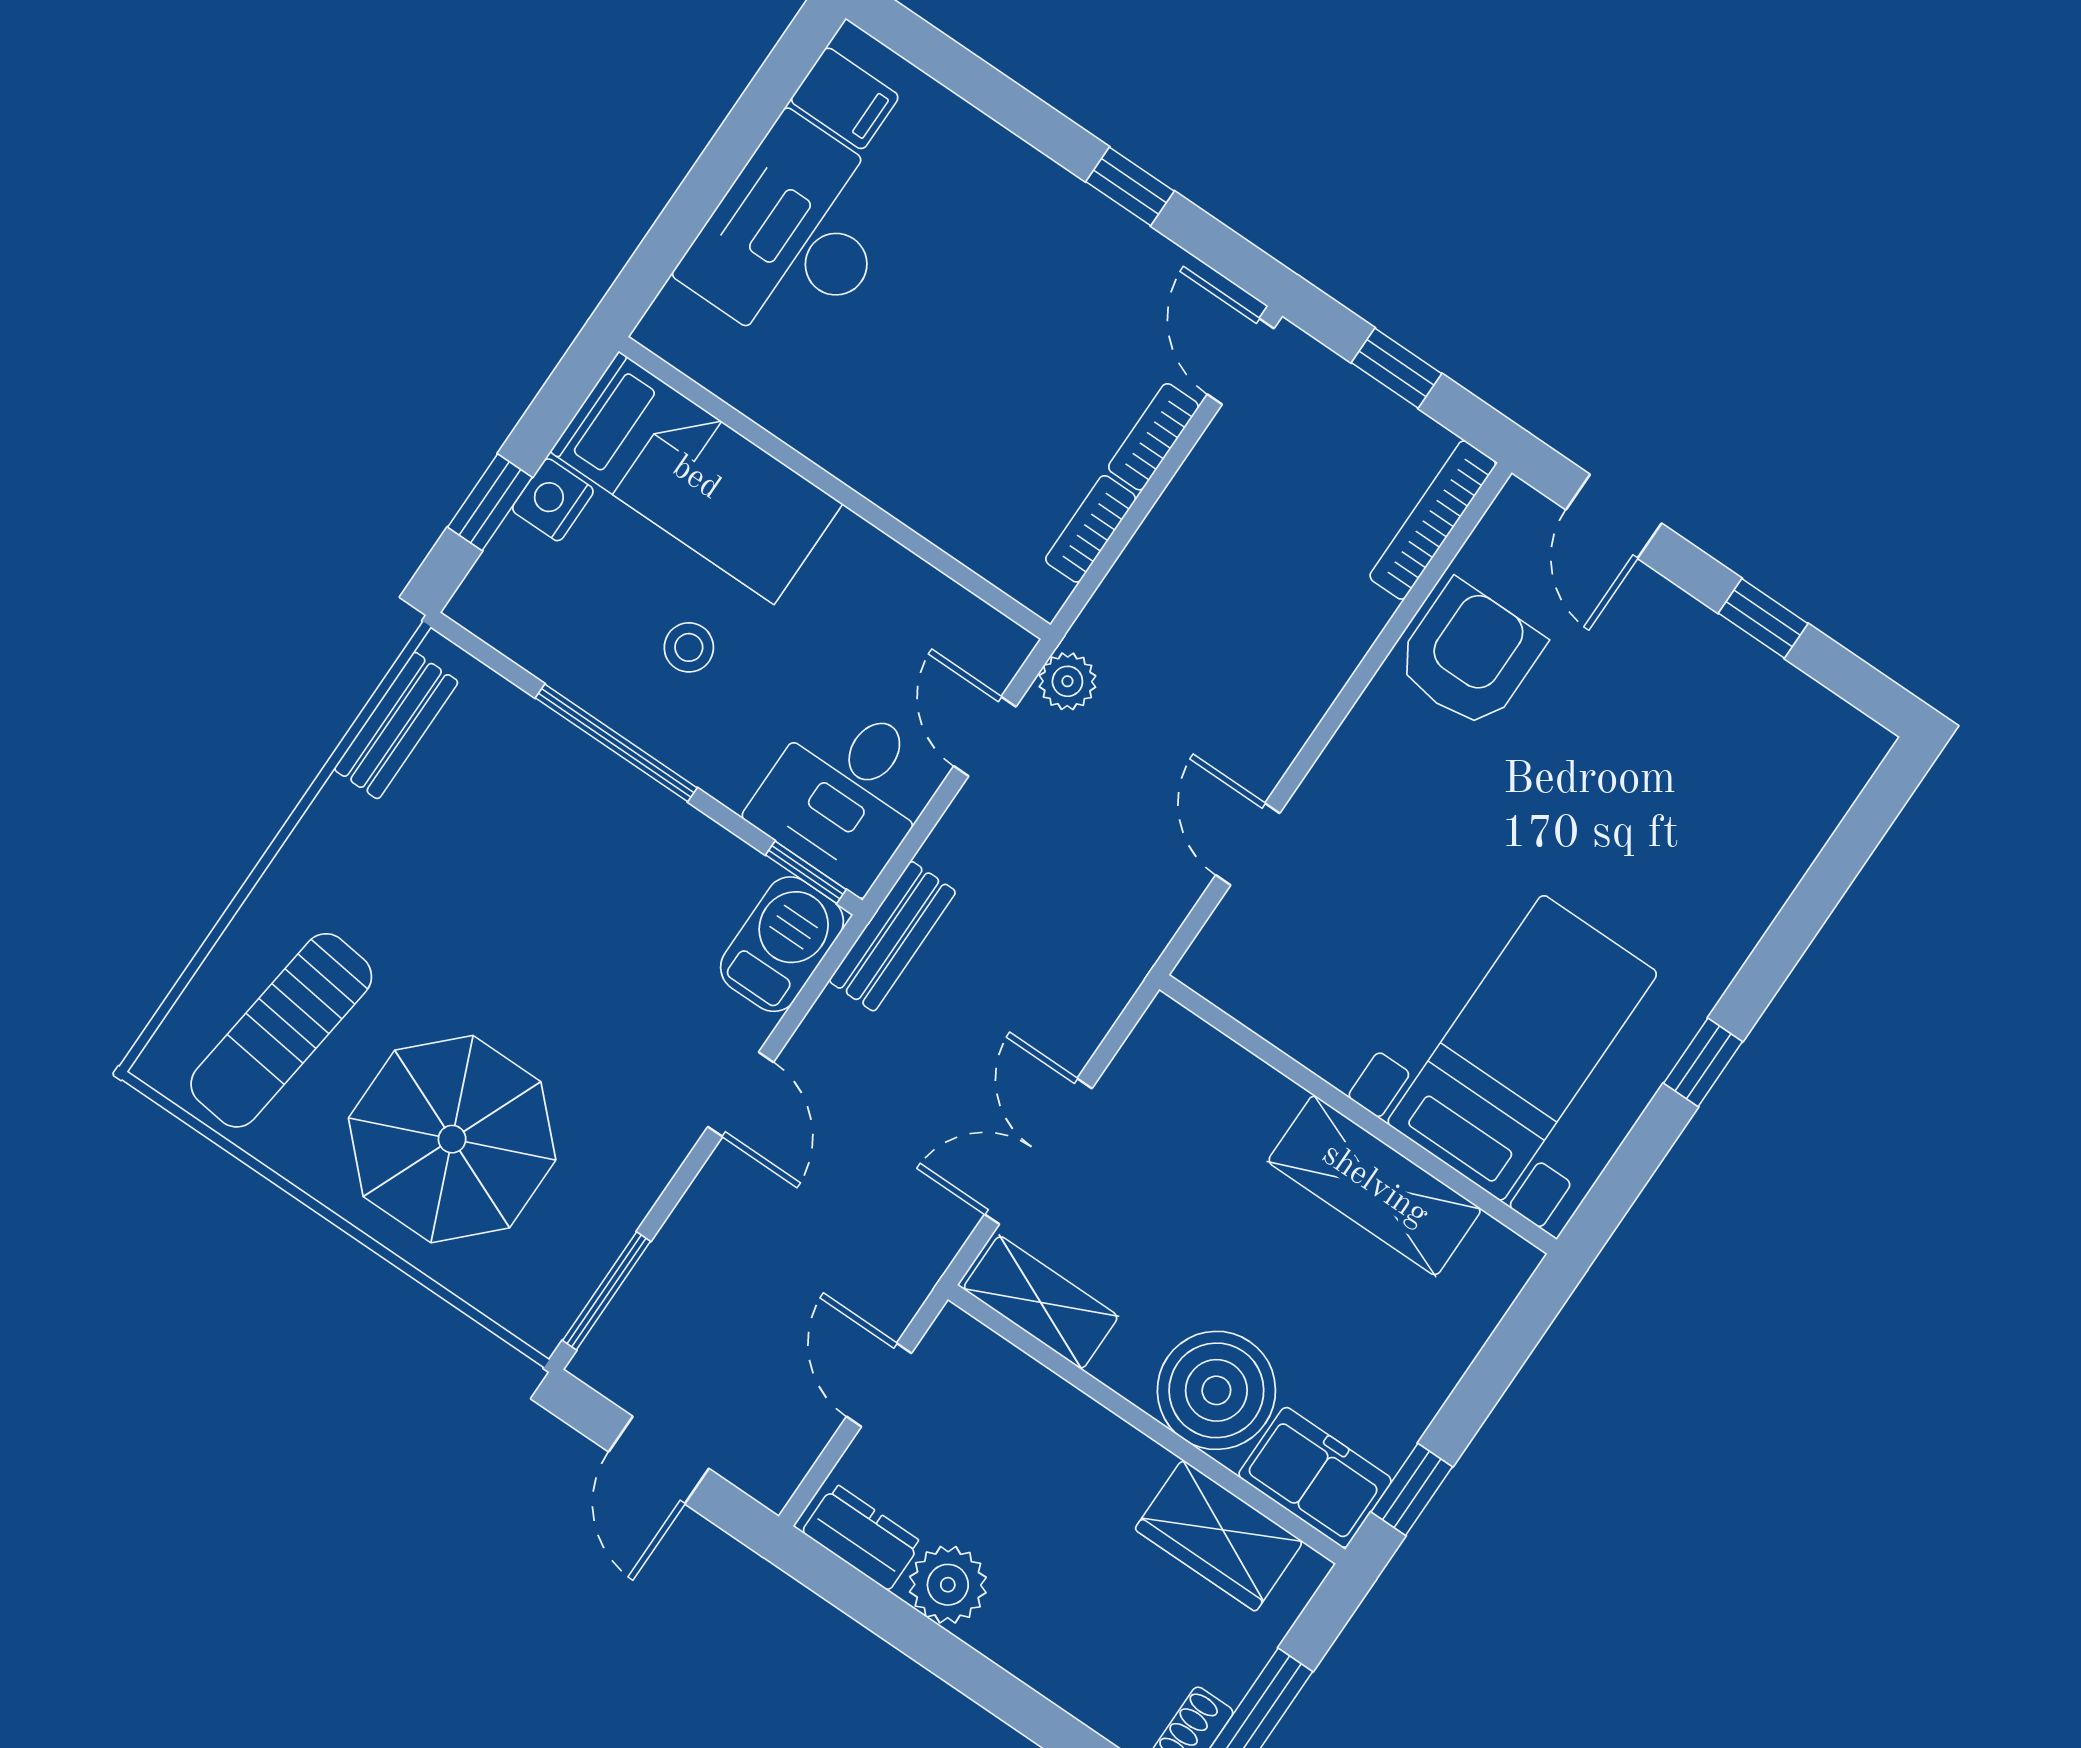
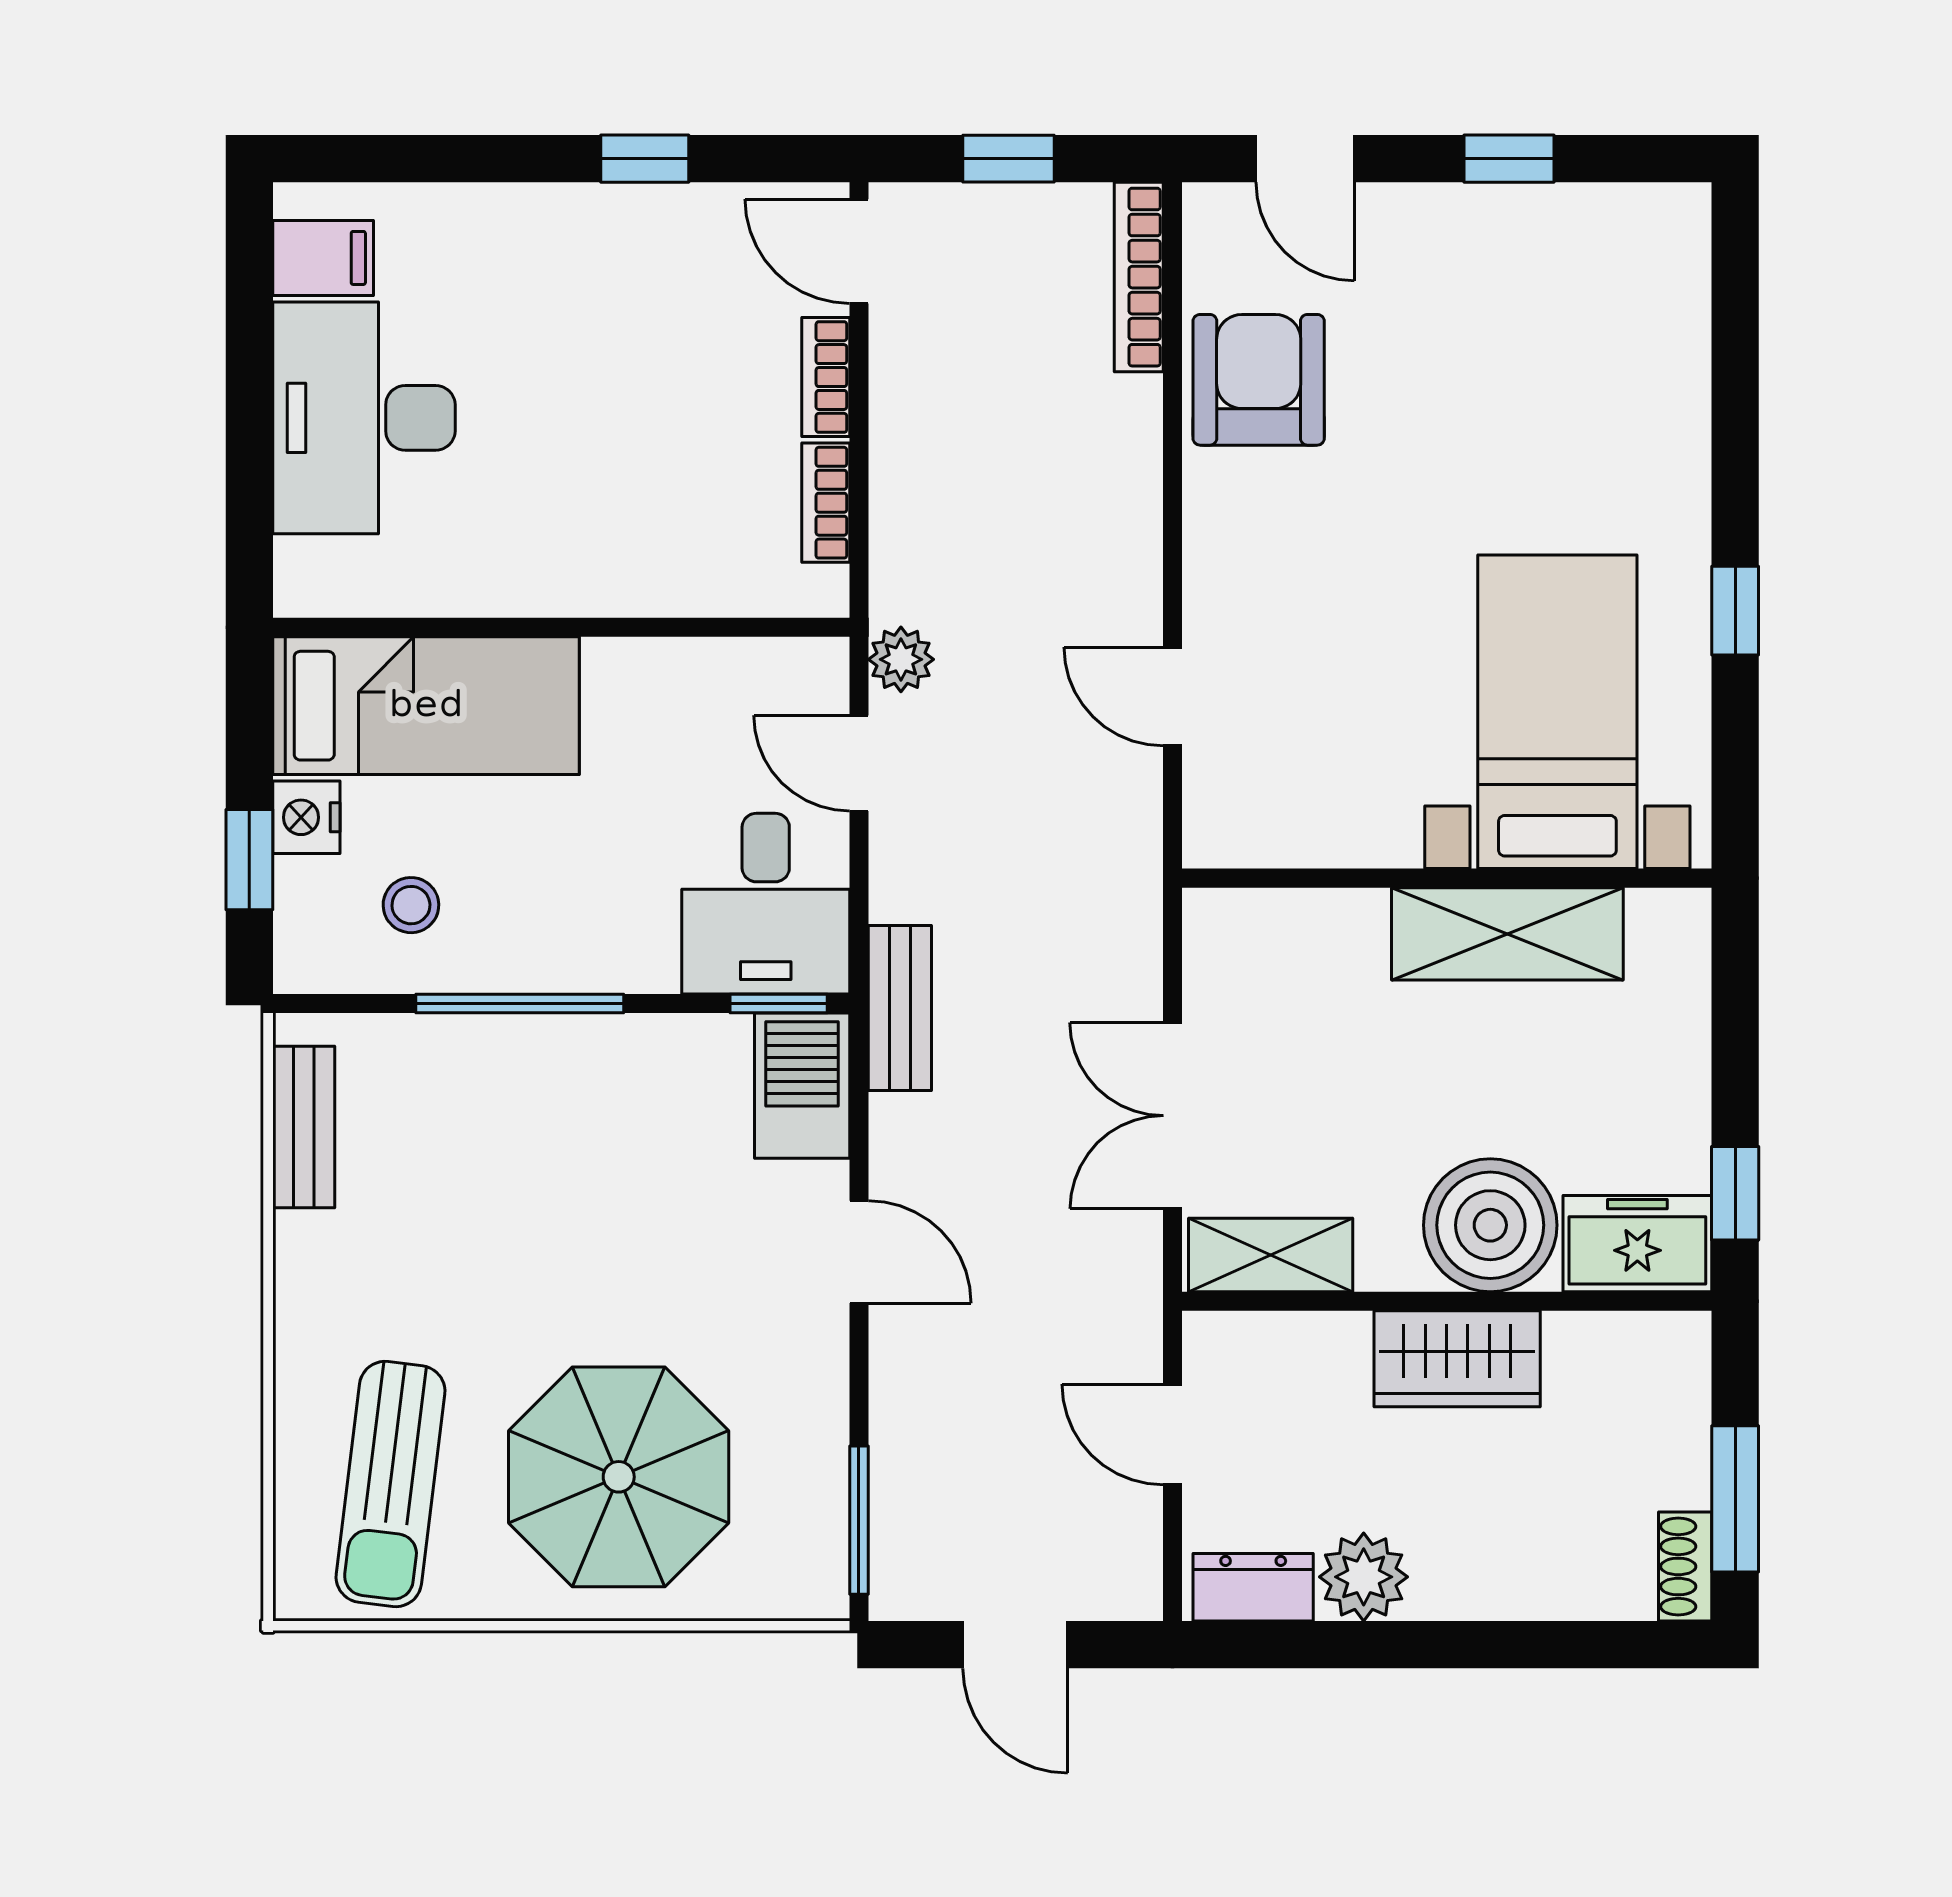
stool: (689, 647) -> (411, 905), moved
wardrobe: (1219, 1536) -> (1457, 1359), moved

